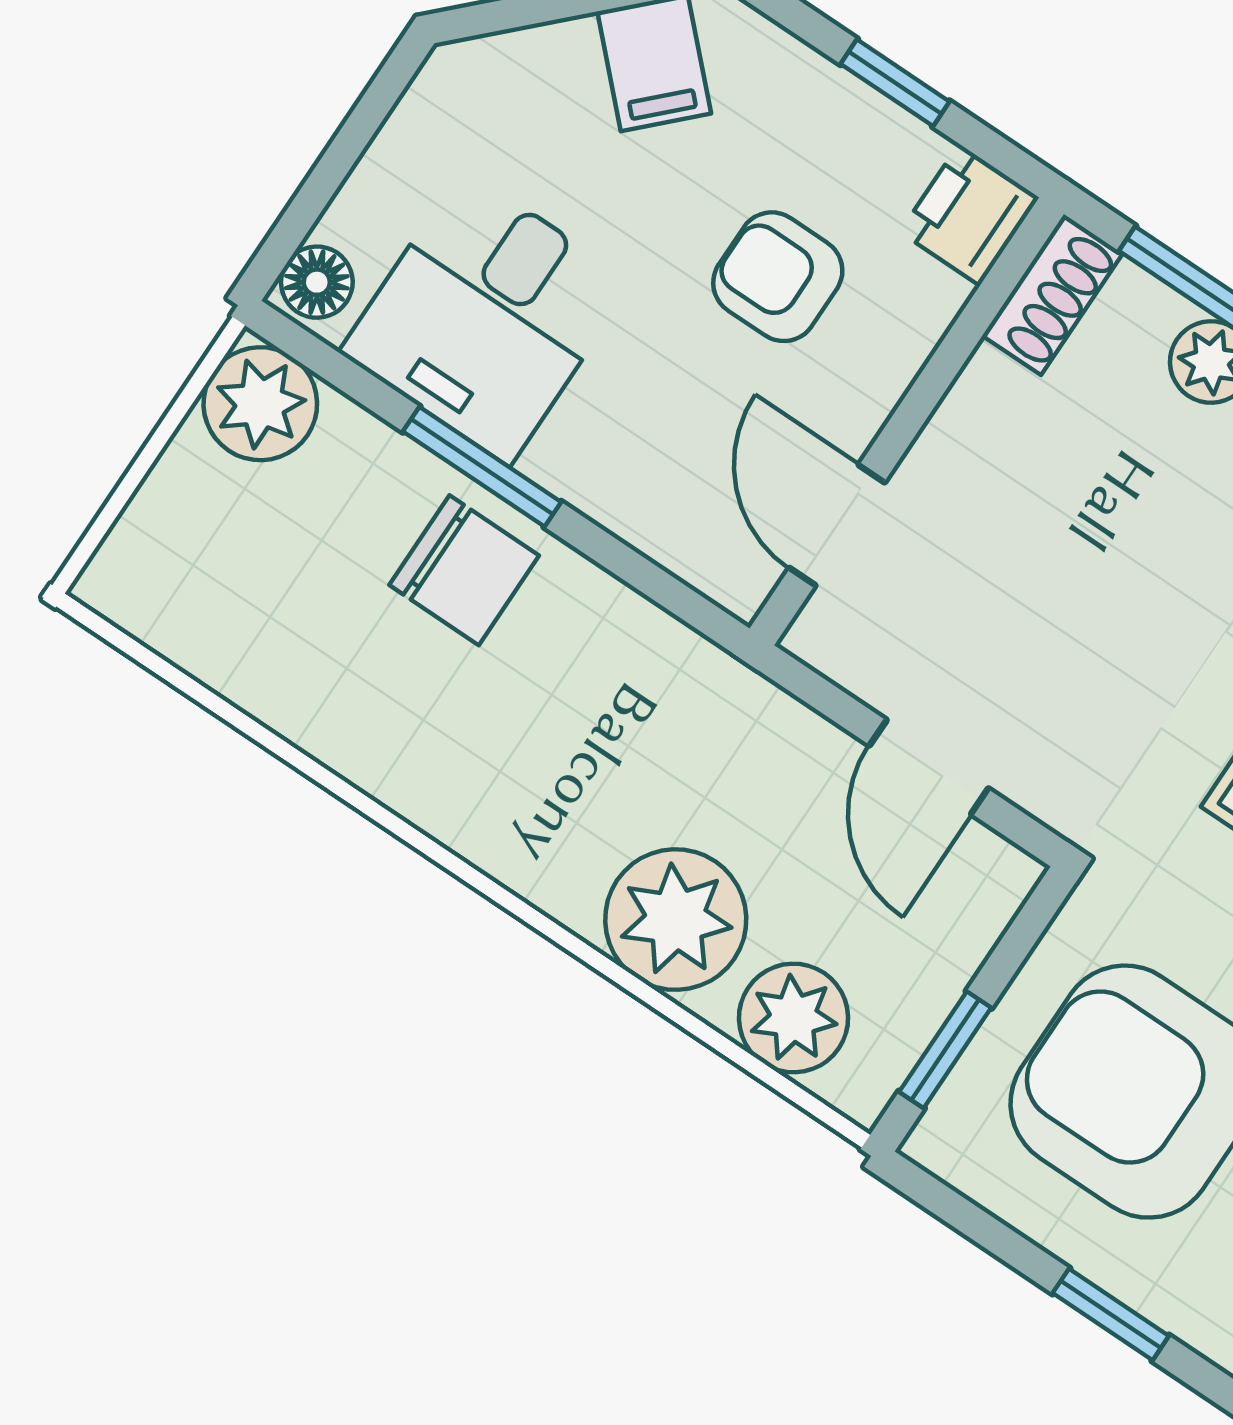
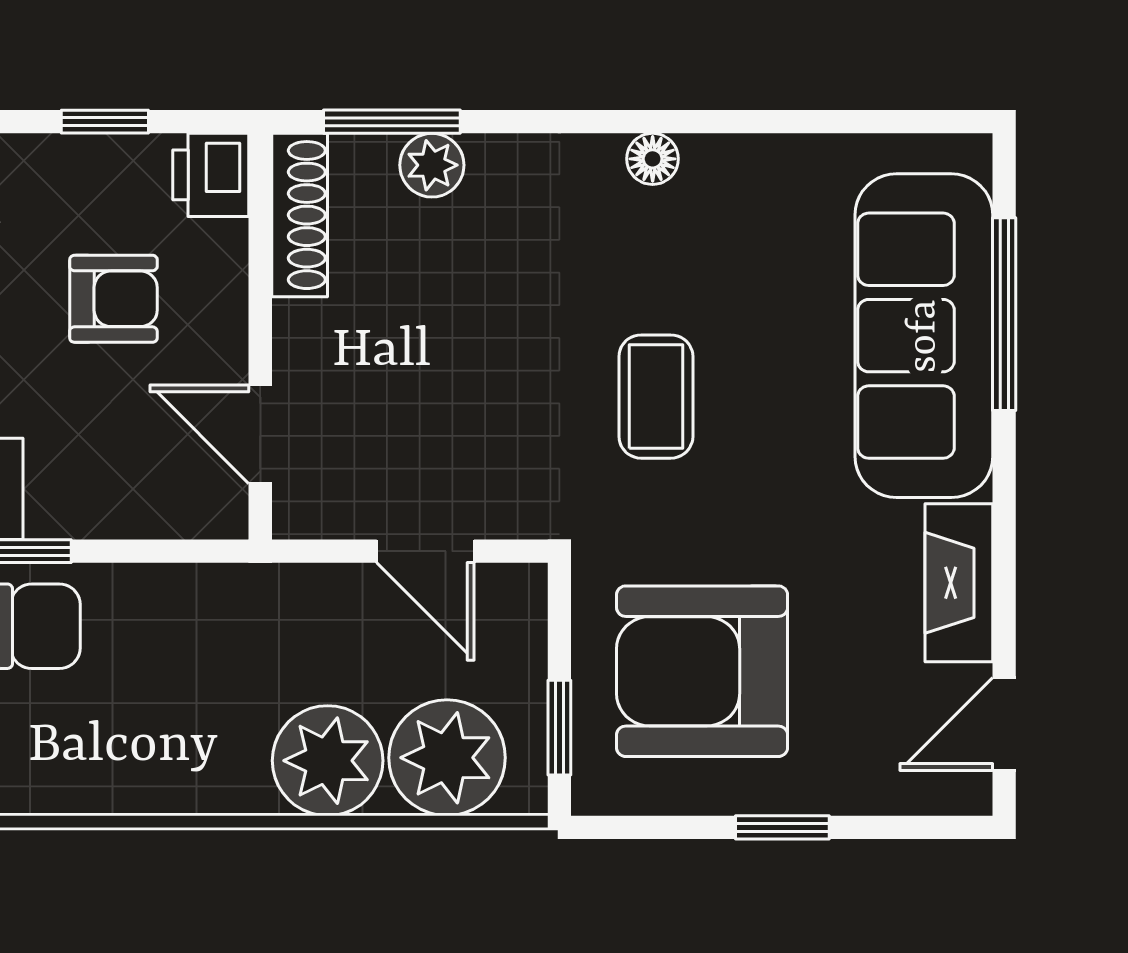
armchair: (778, 277) -> (113, 299), turned 180
shoe rack: (1053, 295) -> (300, 215), width x1.43
plant: (794, 1018) -> (447, 758), width x1.36, depth x1.36

